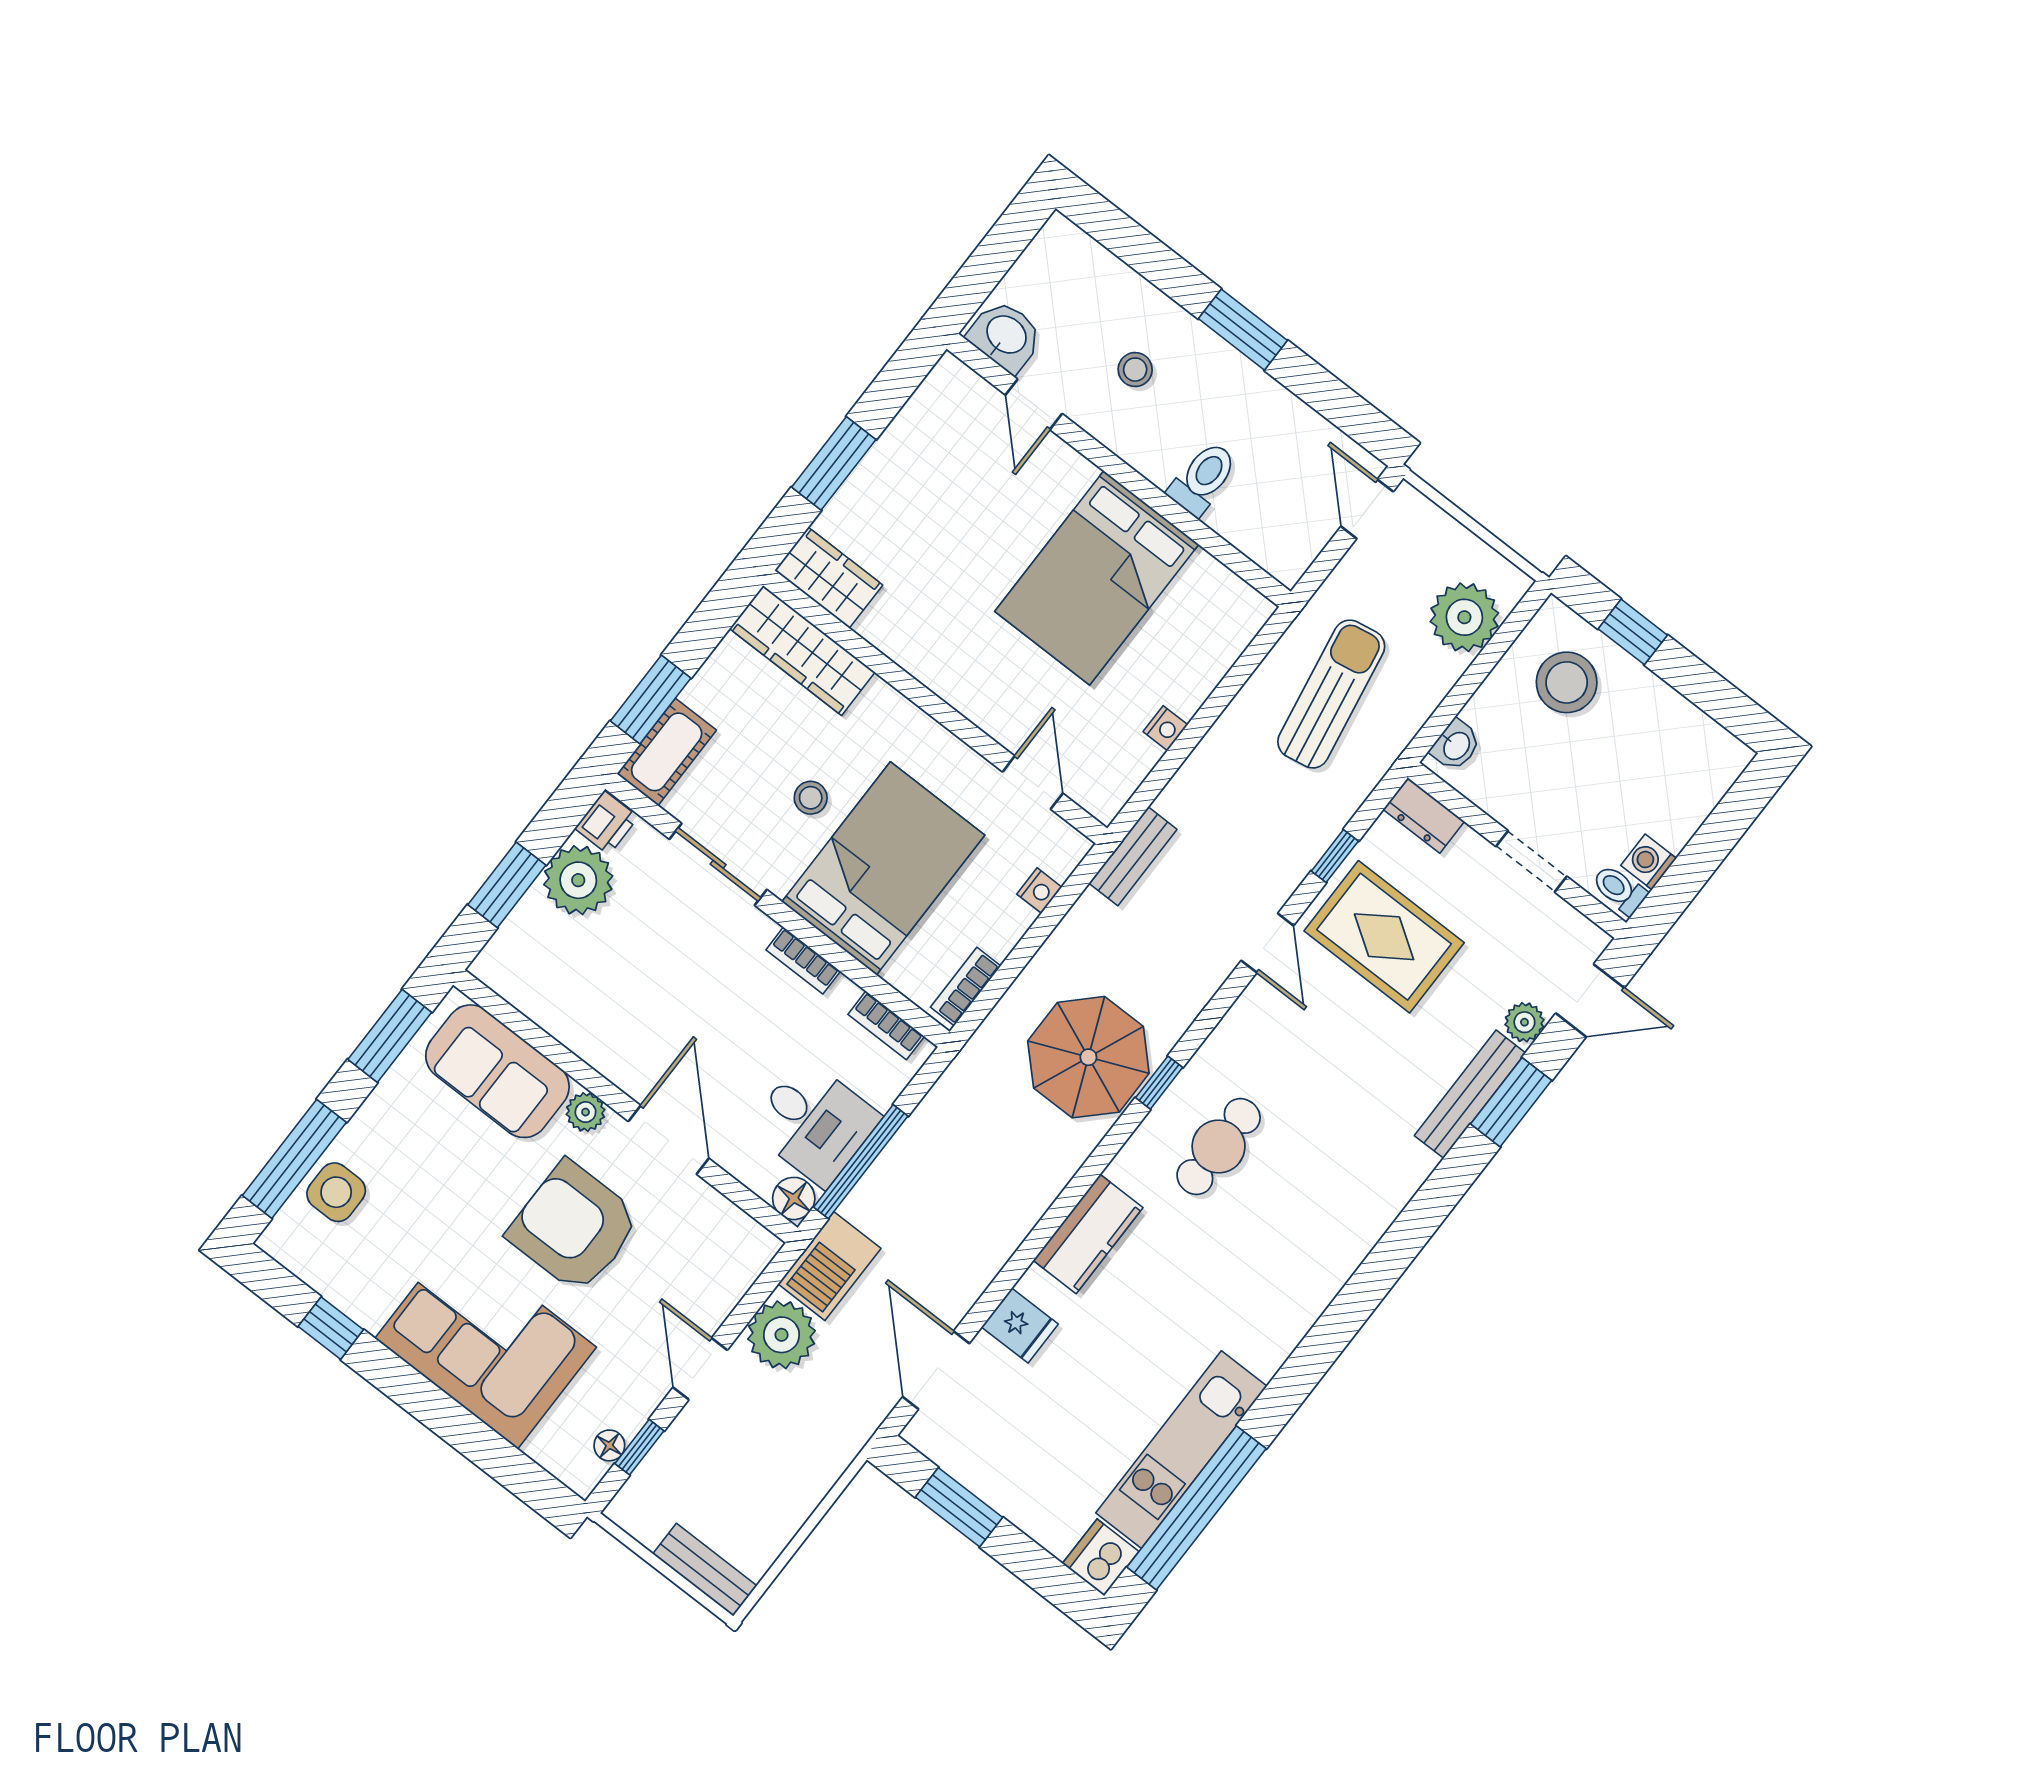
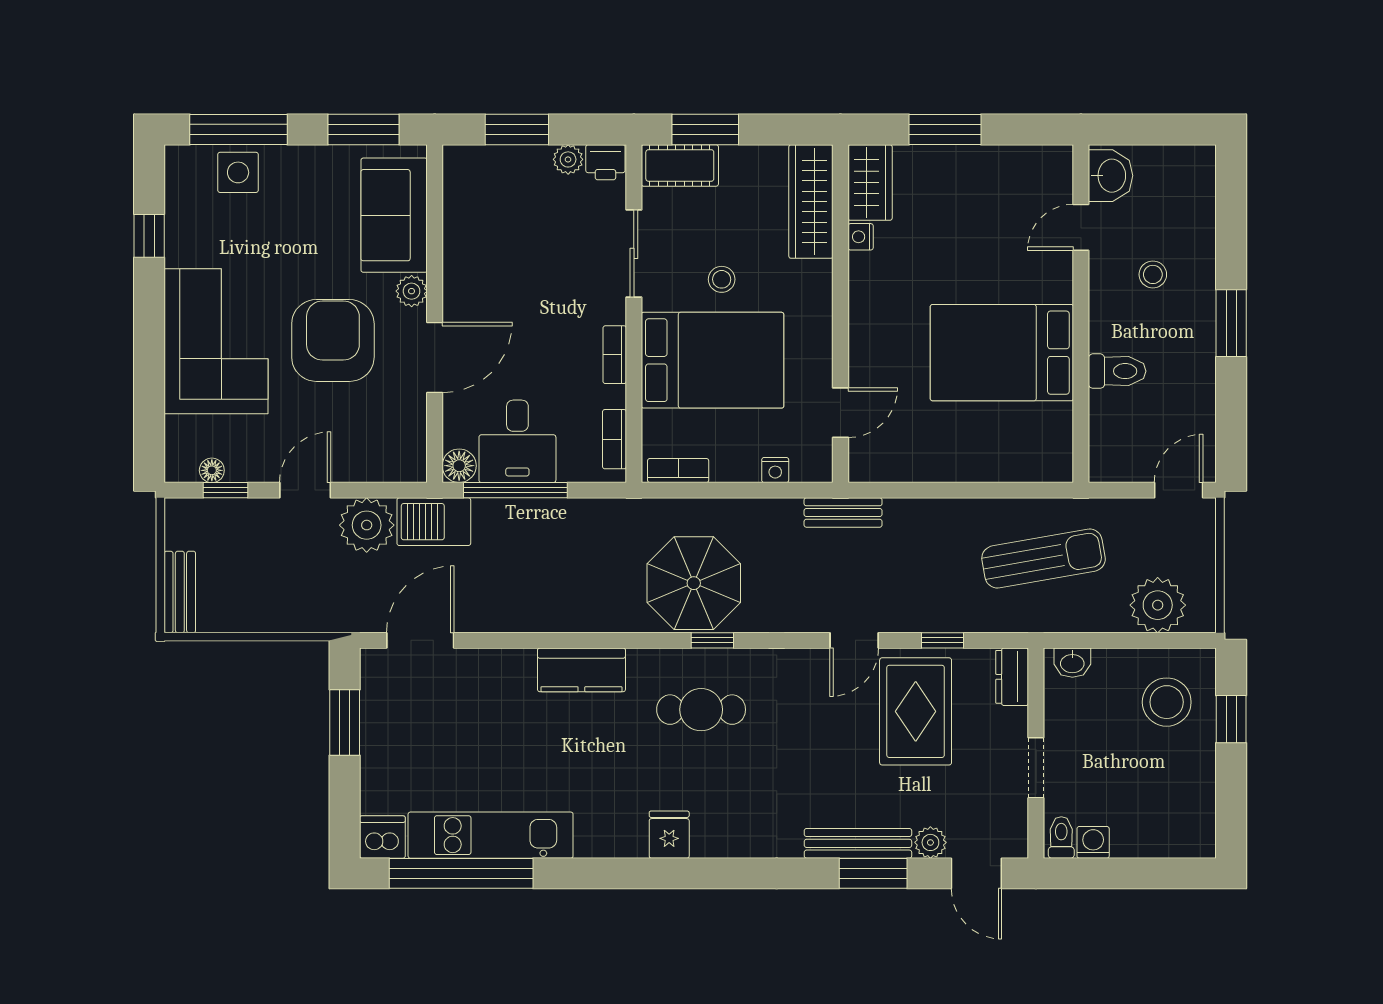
nightstand: (1165, 728) -> (861, 237), moved, turned 90
plant: (578, 880) -> (568, 159), width x0.53, depth x0.53
fridge: (1020, 1326) -> (669, 835), moved, turned 180

